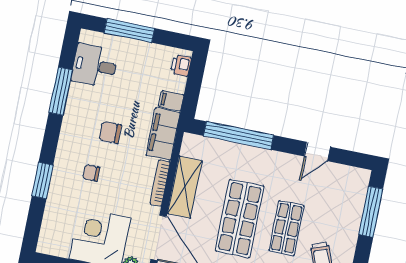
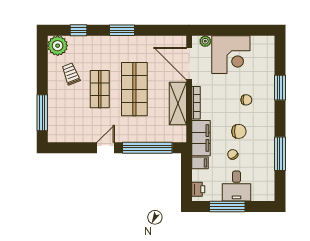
window: (129, 31) -> (227, 207), moved
desk: (95, 66) -> (236, 186), moved, turned 90
chair: (125, 103) -> (233, 154), added
door: (317, 152) -> (106, 148), moved

